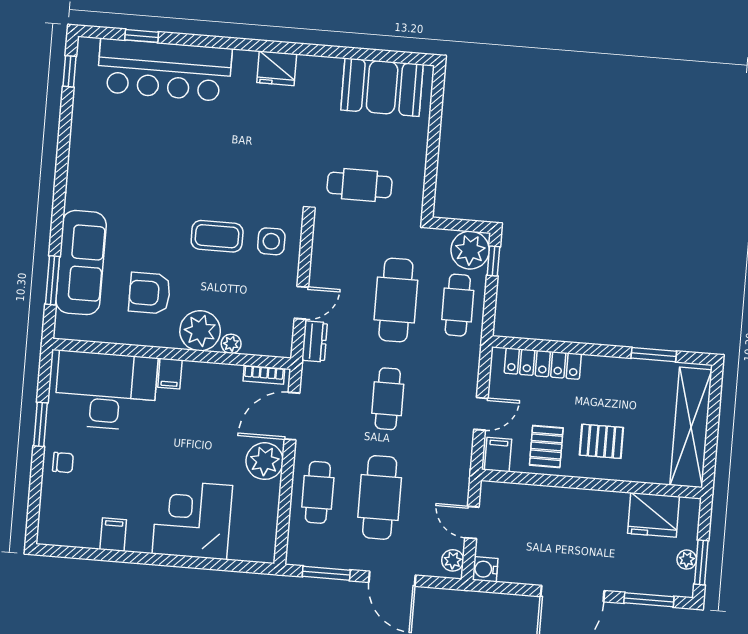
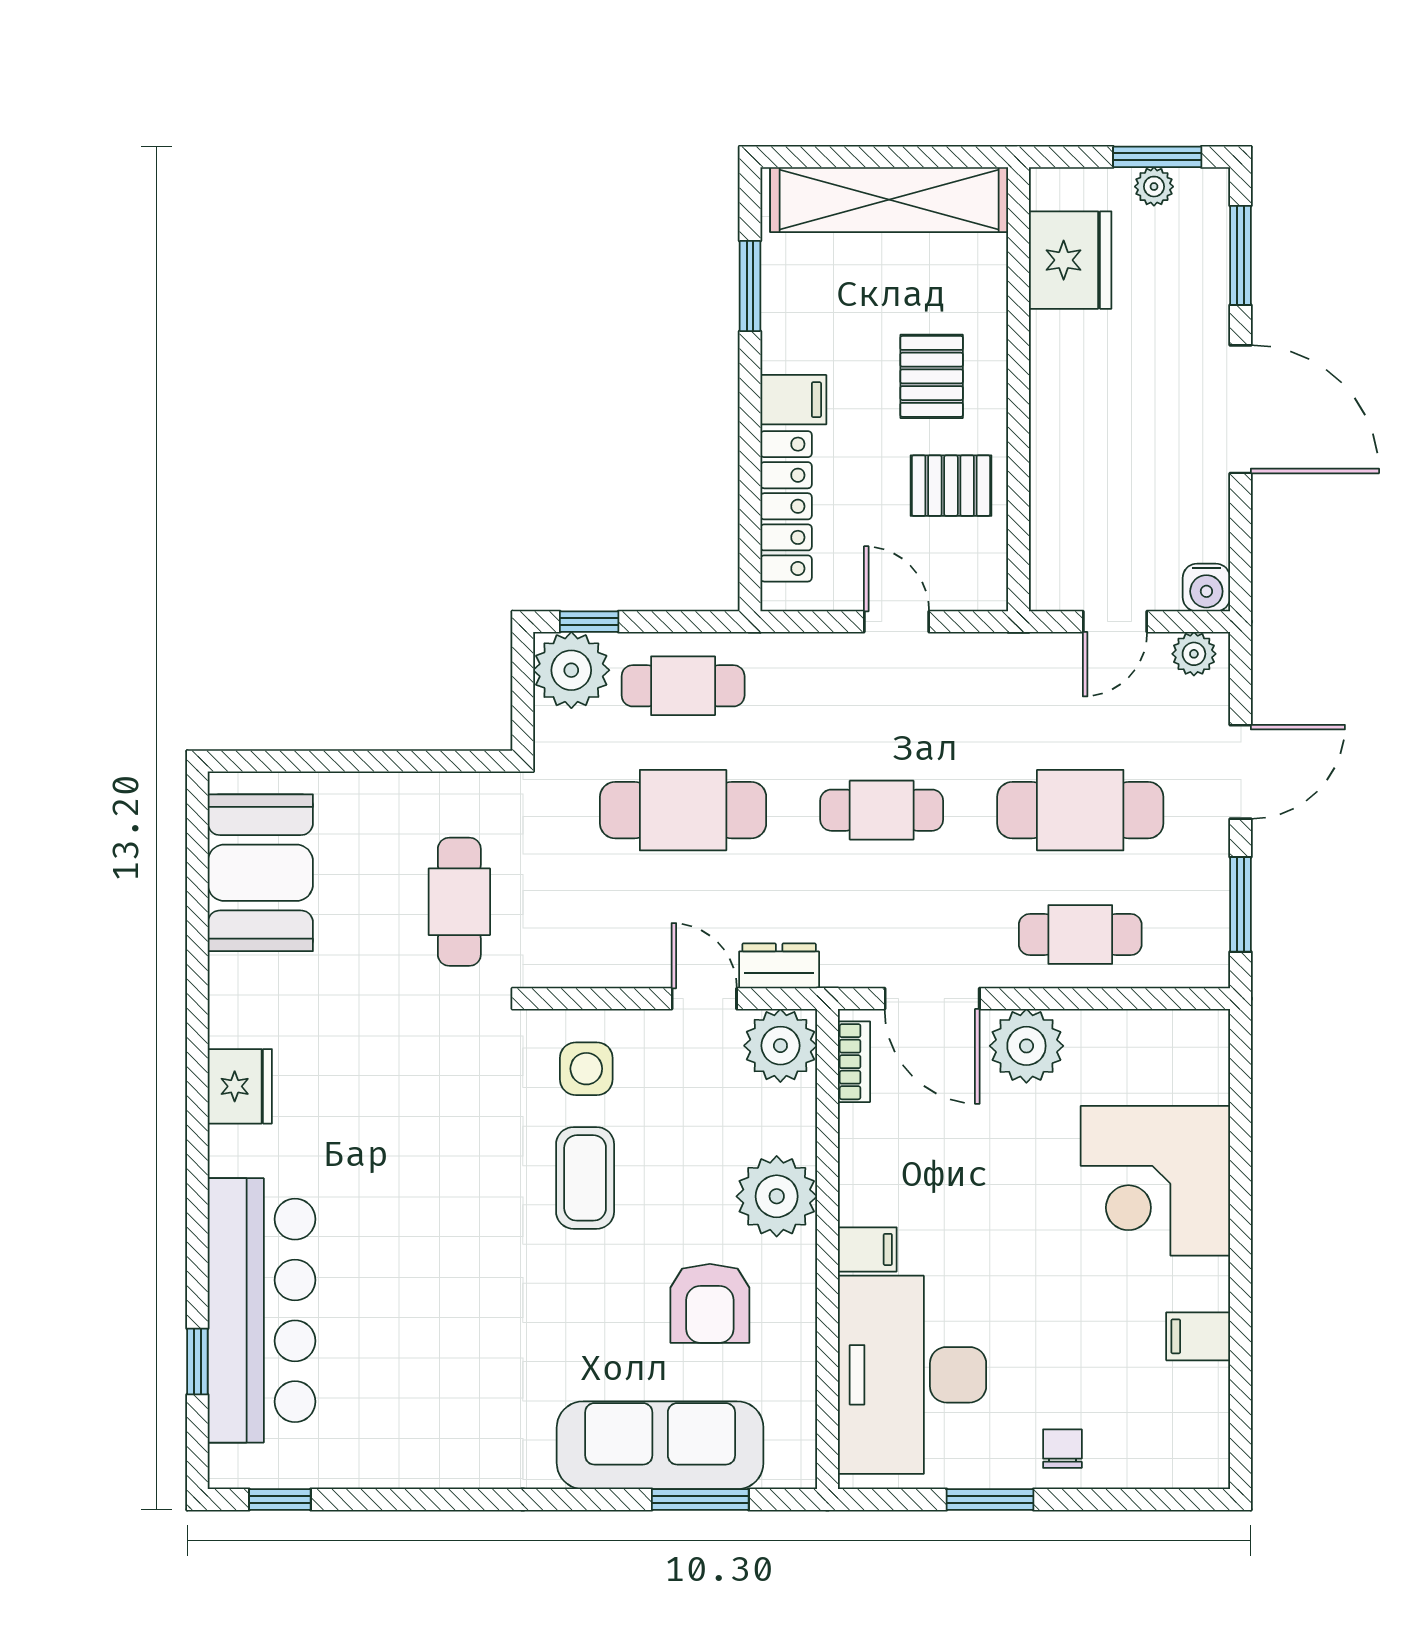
plant: (231, 344) -> (780, 1046), moved, width x1.87, depth x1.87
filing cabinet: (498, 455) -> (793, 400), moved, turned 180

